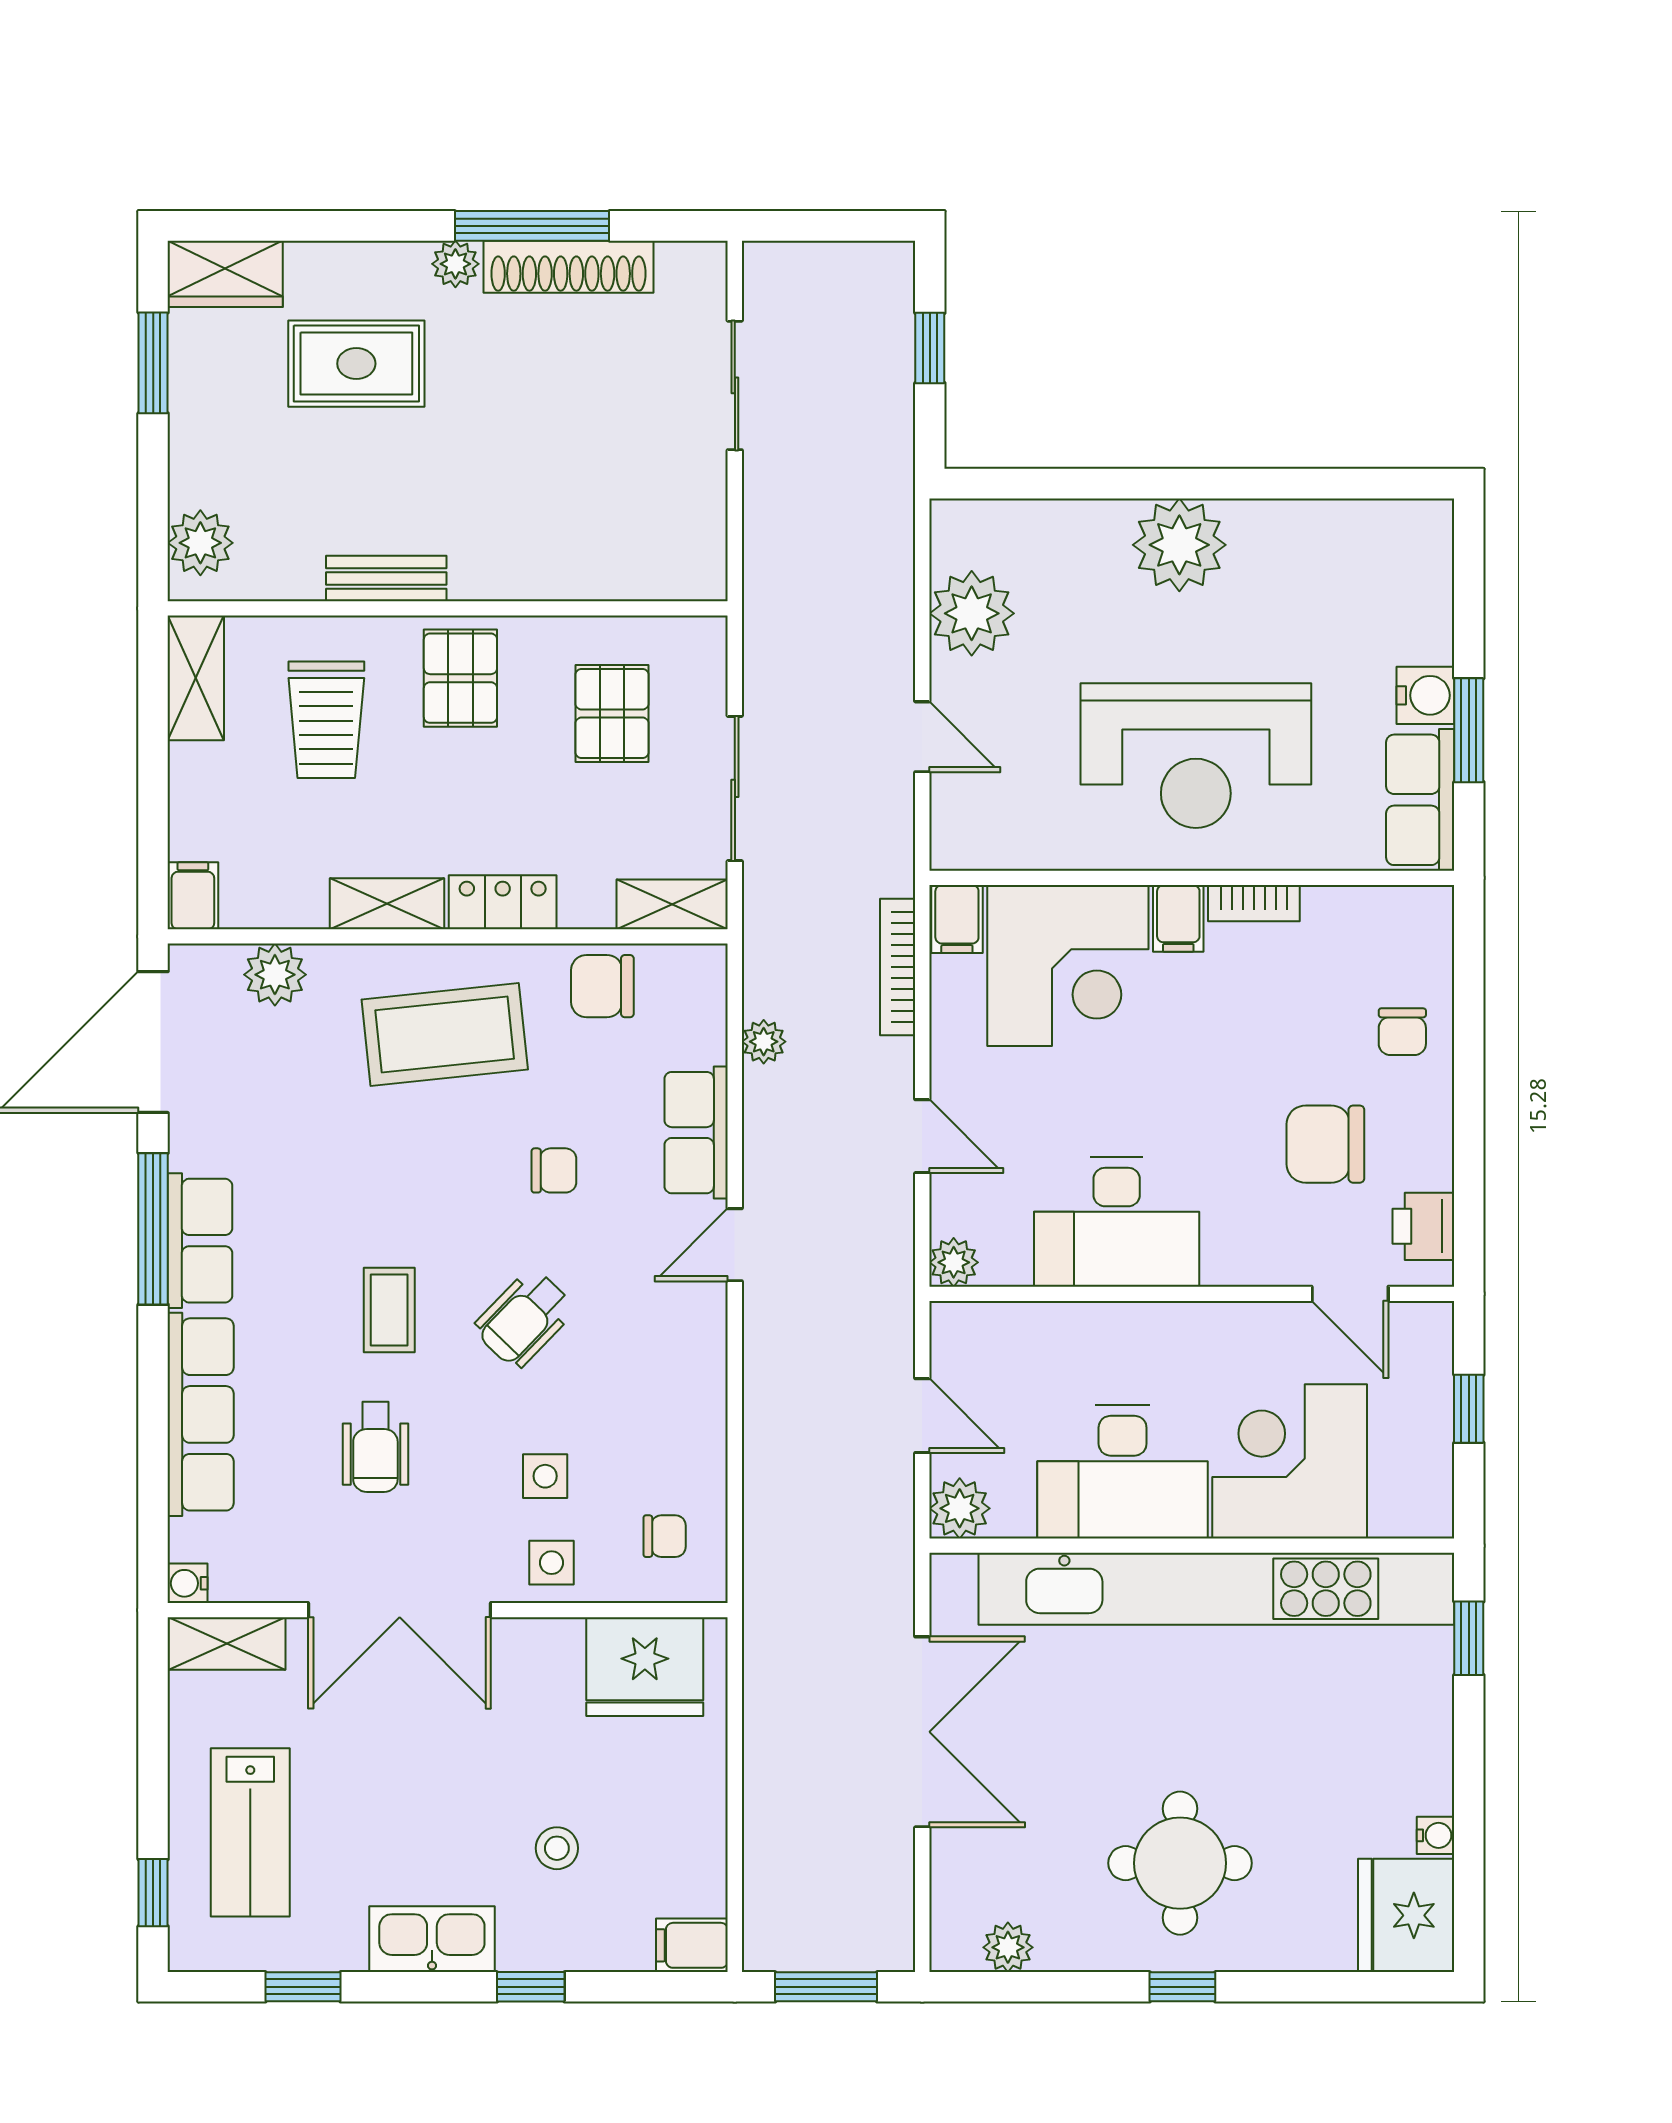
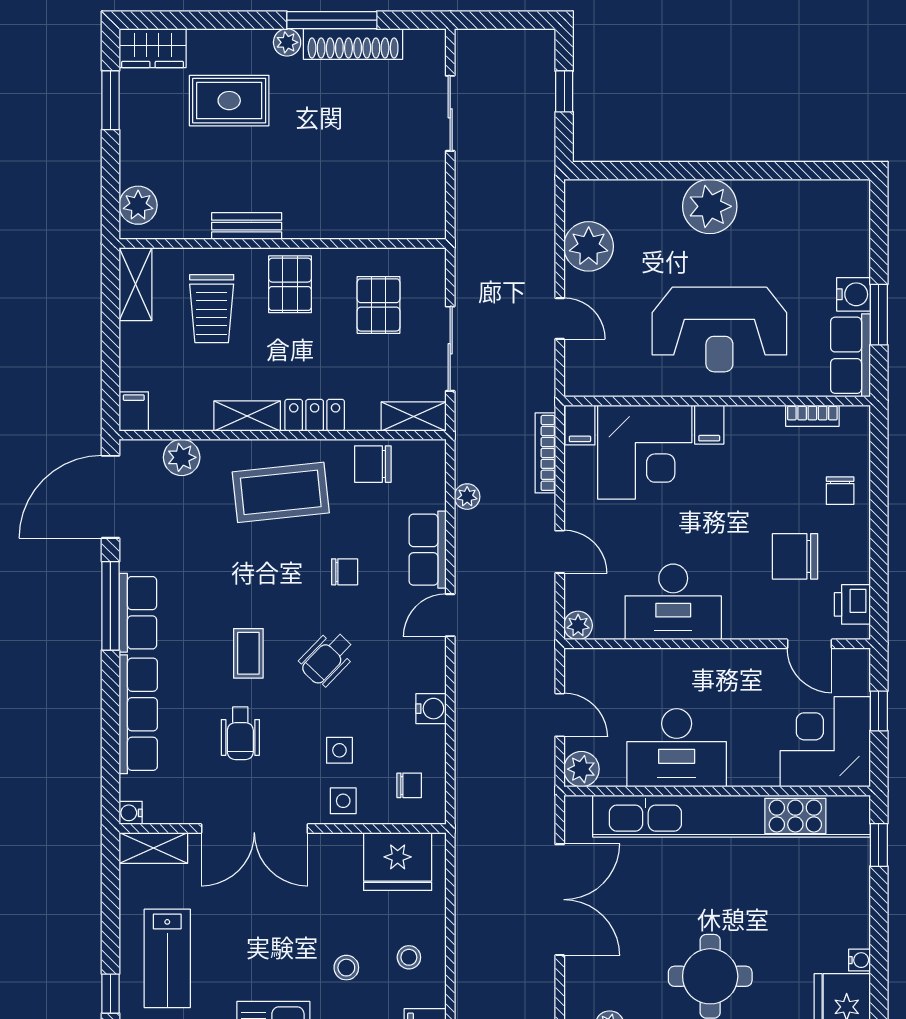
bookcase: (1254, 903) -> (812, 416), moved
water cooler: (702, 1405) -> (431, 709), added
corner desk: (1290, 1461) -> (825, 742), moved
stool: (664, 1831) -> (409, 957), added

